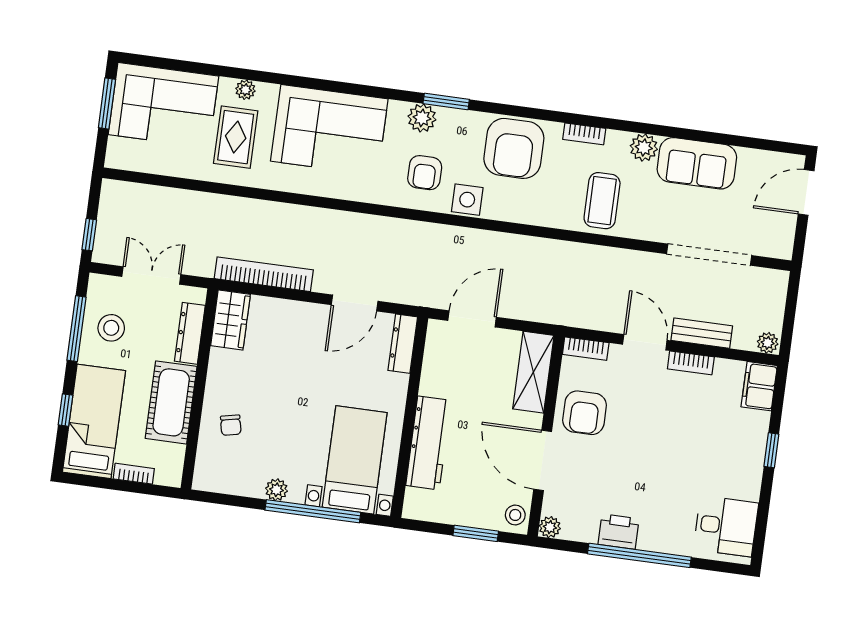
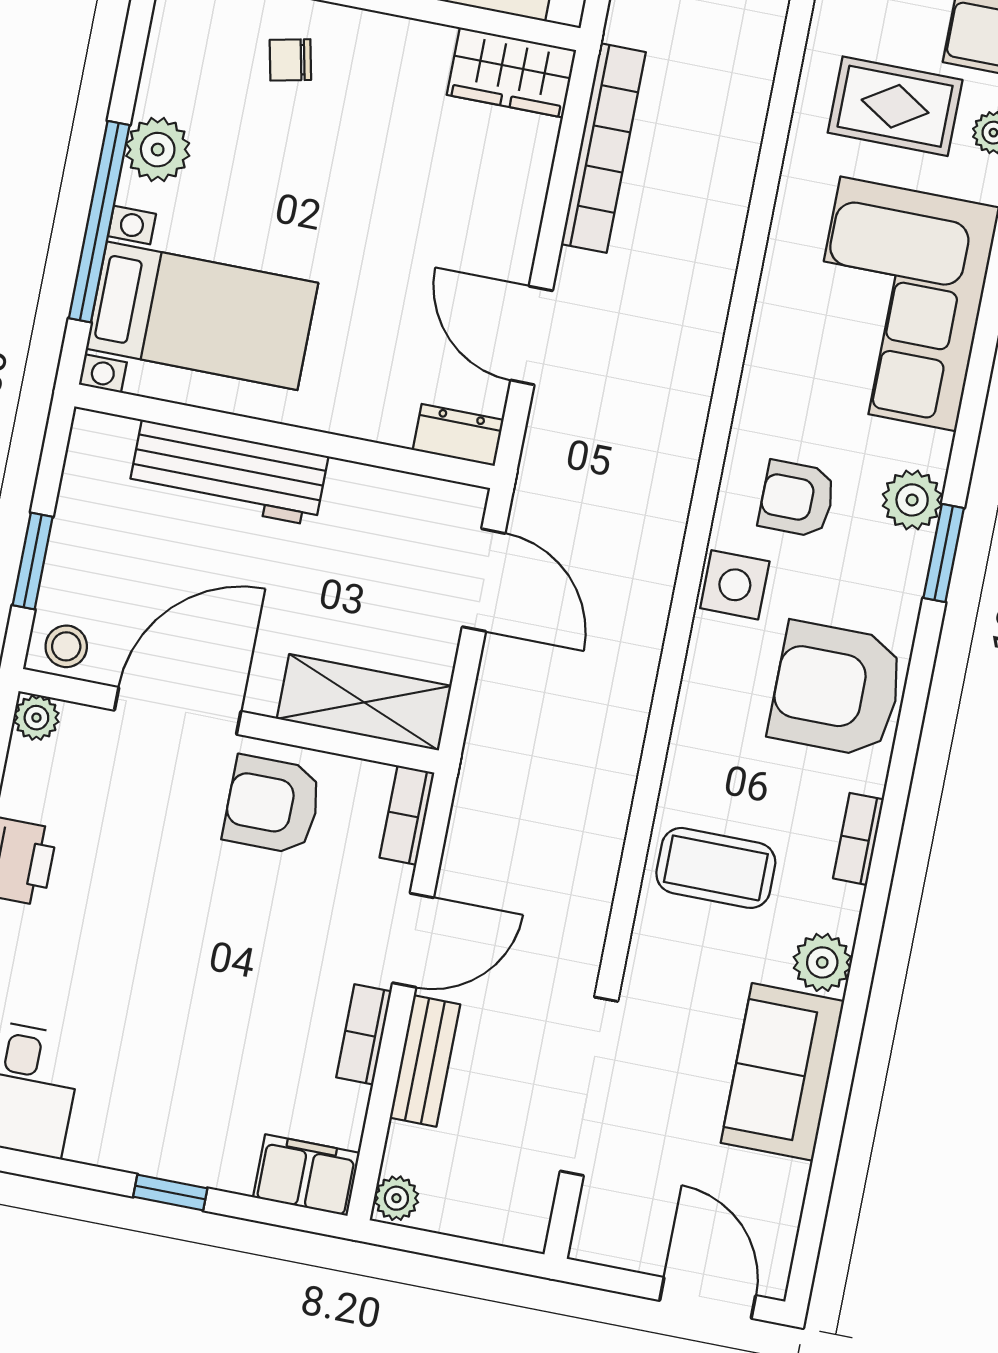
dresser: (403, 344) -> (458, 435), width x0.70
plant: (276, 490) -> (158, 150), width x1.38, depth x1.38

